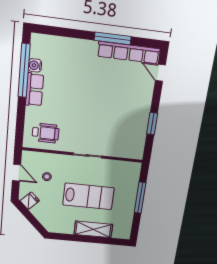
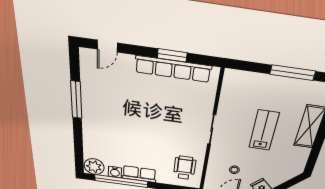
plant: (40, 45) -> (94, 167), added
row of seats: (129, 53) -> (173, 69), moved, turned 90
lab bench: (89, 196) -> (264, 130), width x0.73, depth x0.72
window: (140, 198) -> (293, 73), moved

